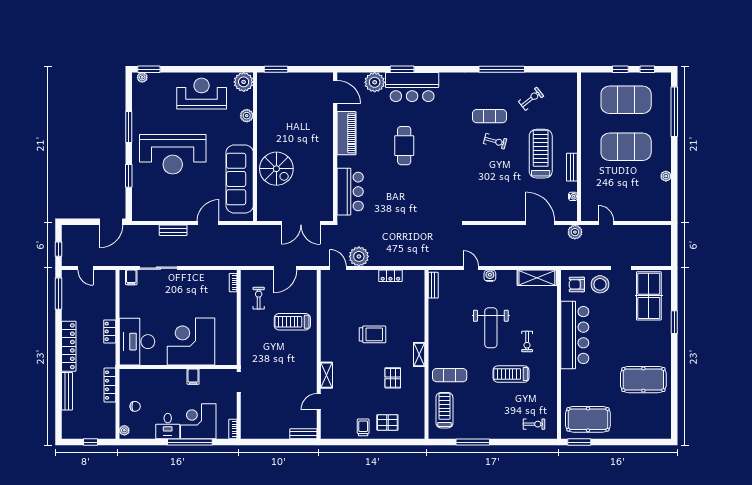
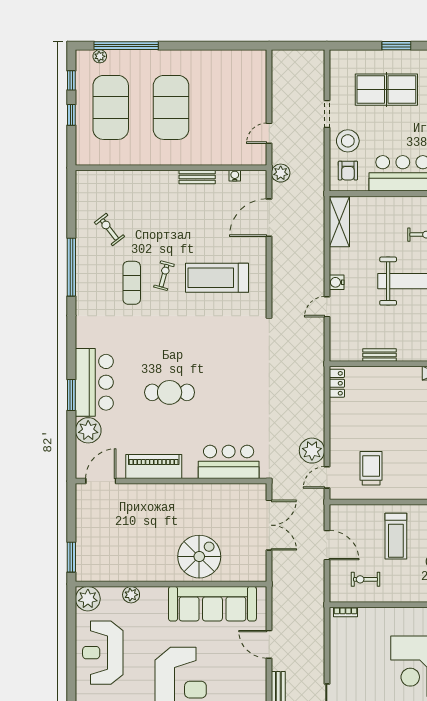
treadmill: (541, 154) -> (217, 278), moved
plant: (666, 176) -> (100, 56), moved
locker: (390, 276) -> (337, 383), moved
bench: (433, 285) -> (379, 355), moved
table tennis table: (649, 296) -> (386, 90), moved
trolley: (372, 334) -> (371, 468), moved

